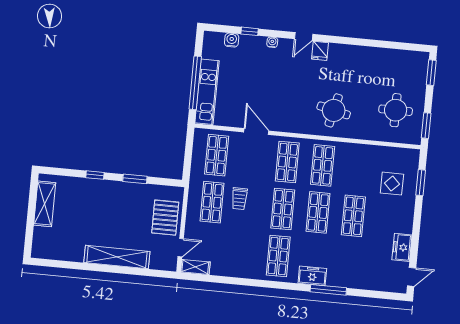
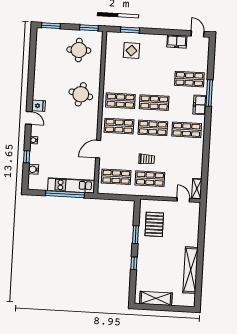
shop shelf: (353, 216) -> (189, 79), moved
pallet: (165, 218) -> (154, 224), moved, turned 90
shelving: (117, 257) -> (191, 270), moved

